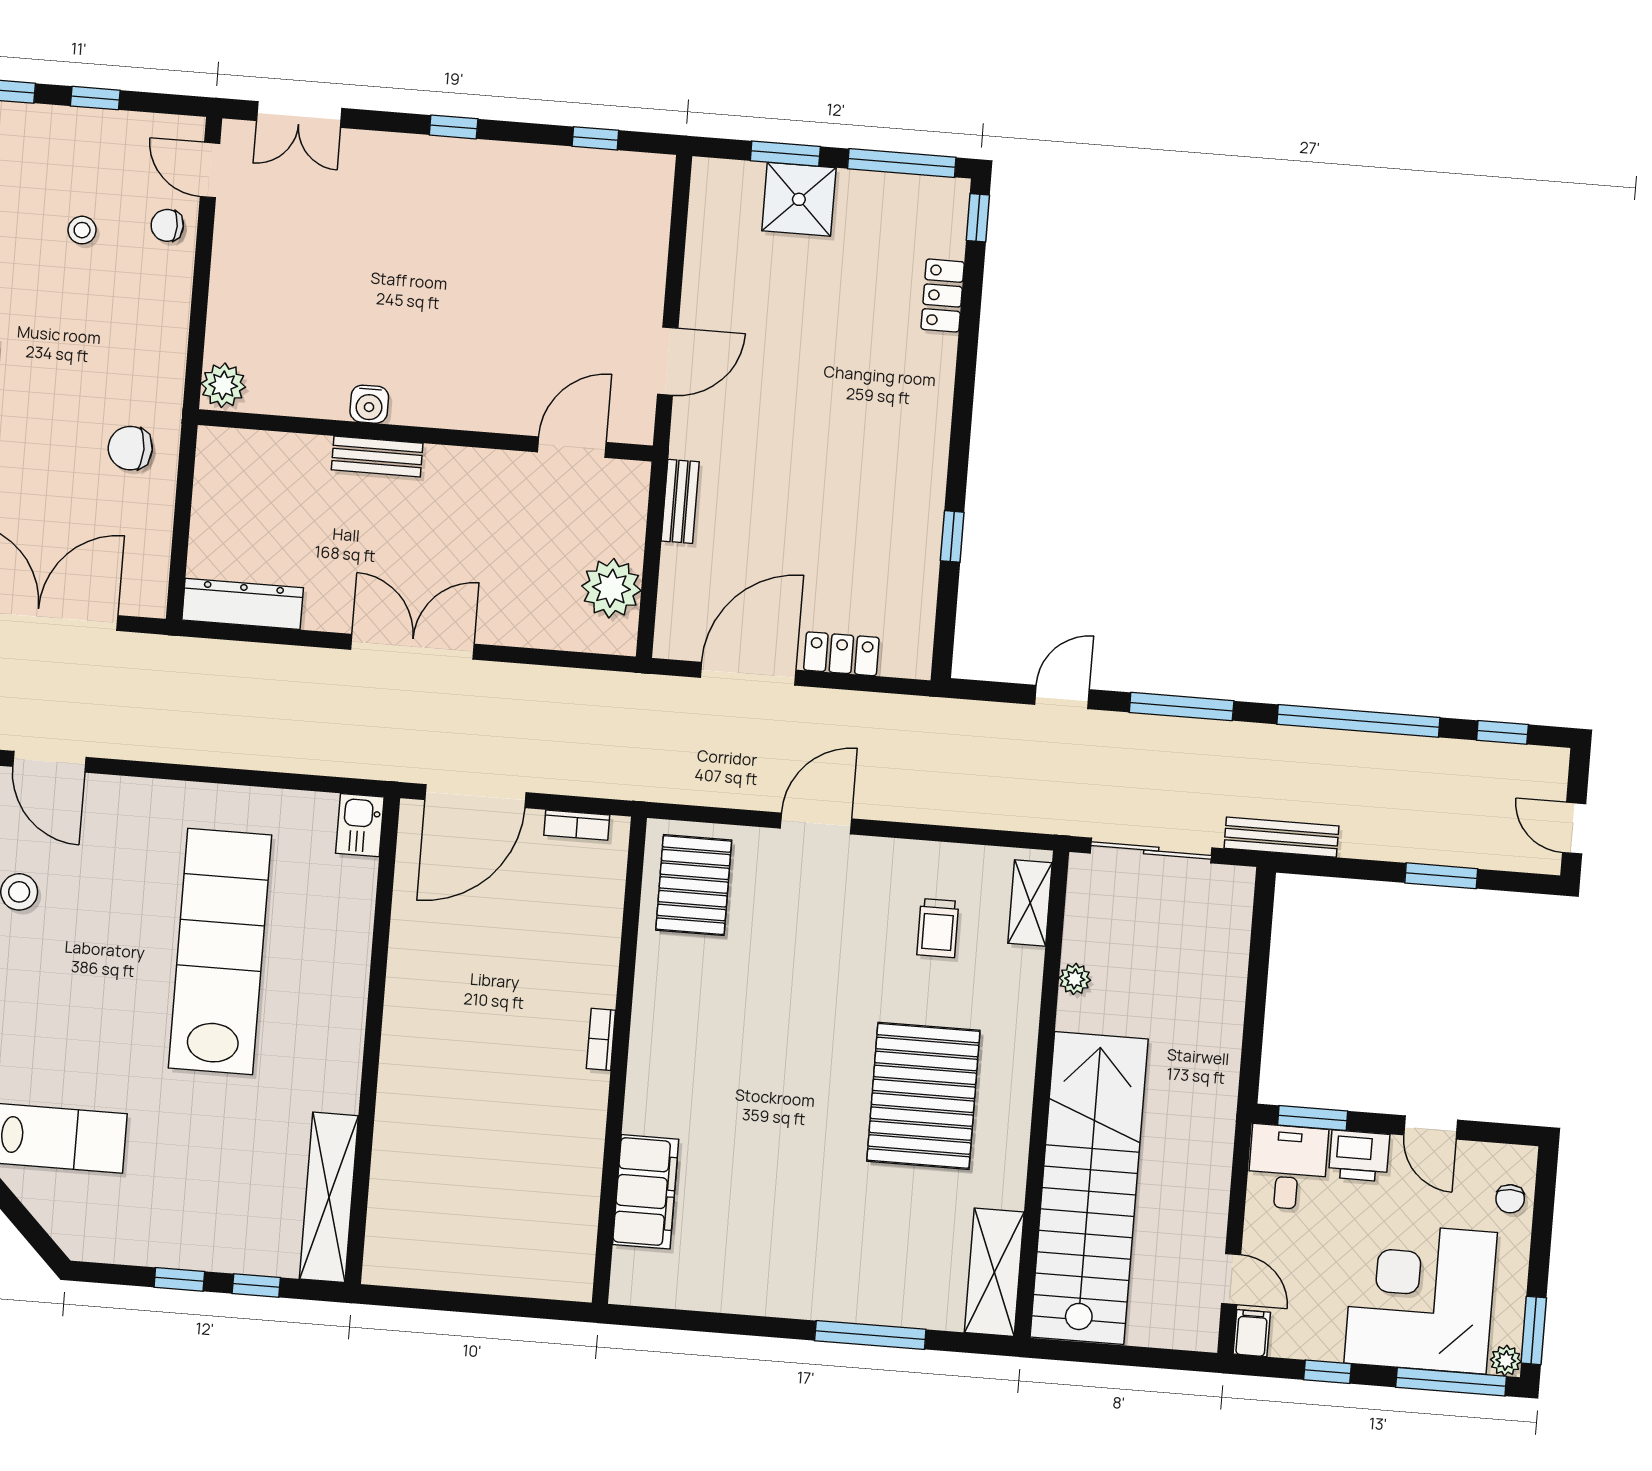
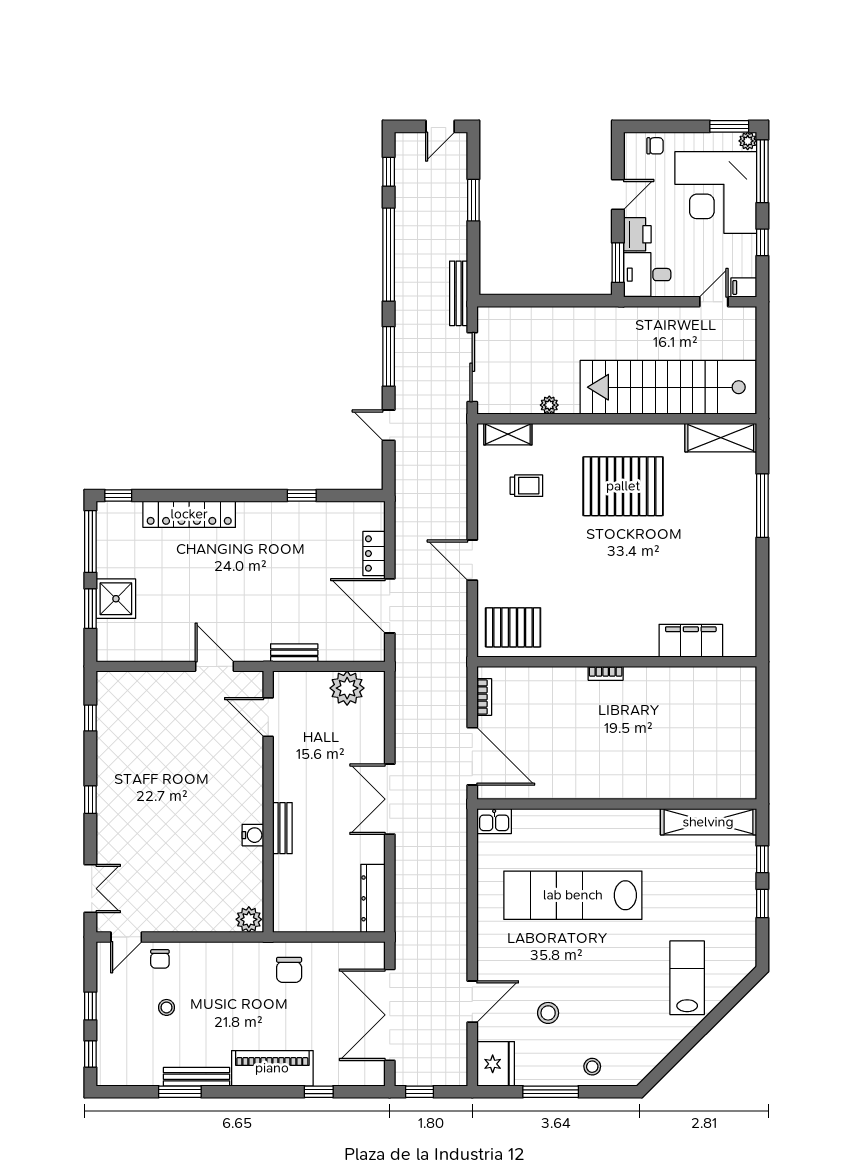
locker: (943, 296) -> (189, 514), width x2.16, depth x1.21

